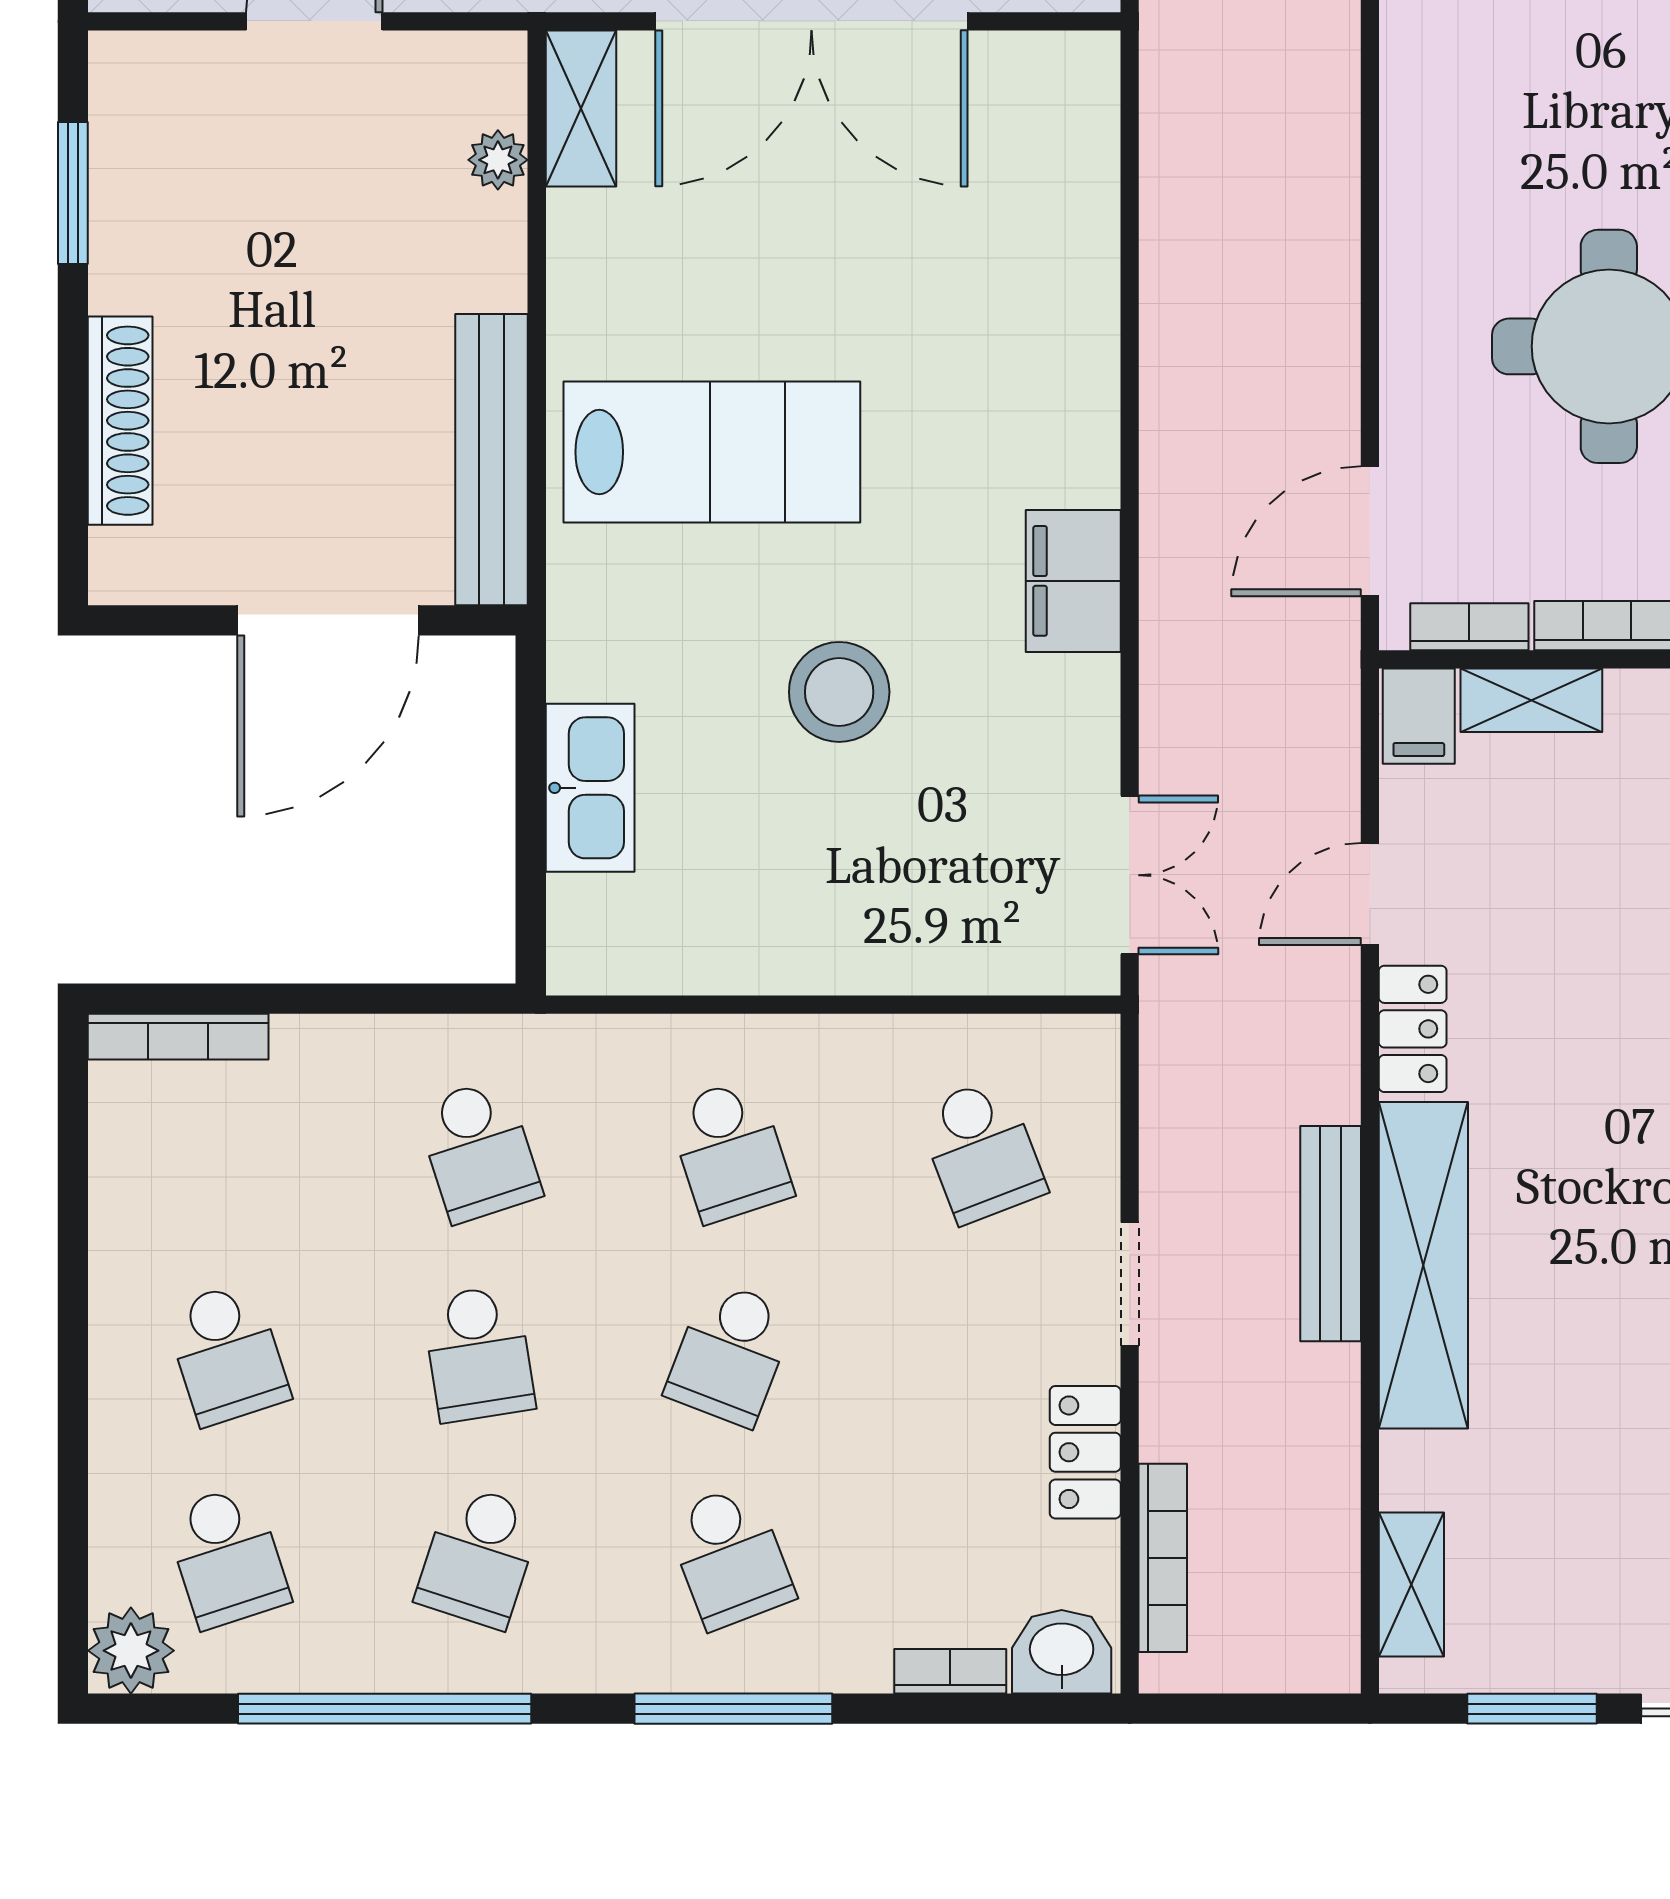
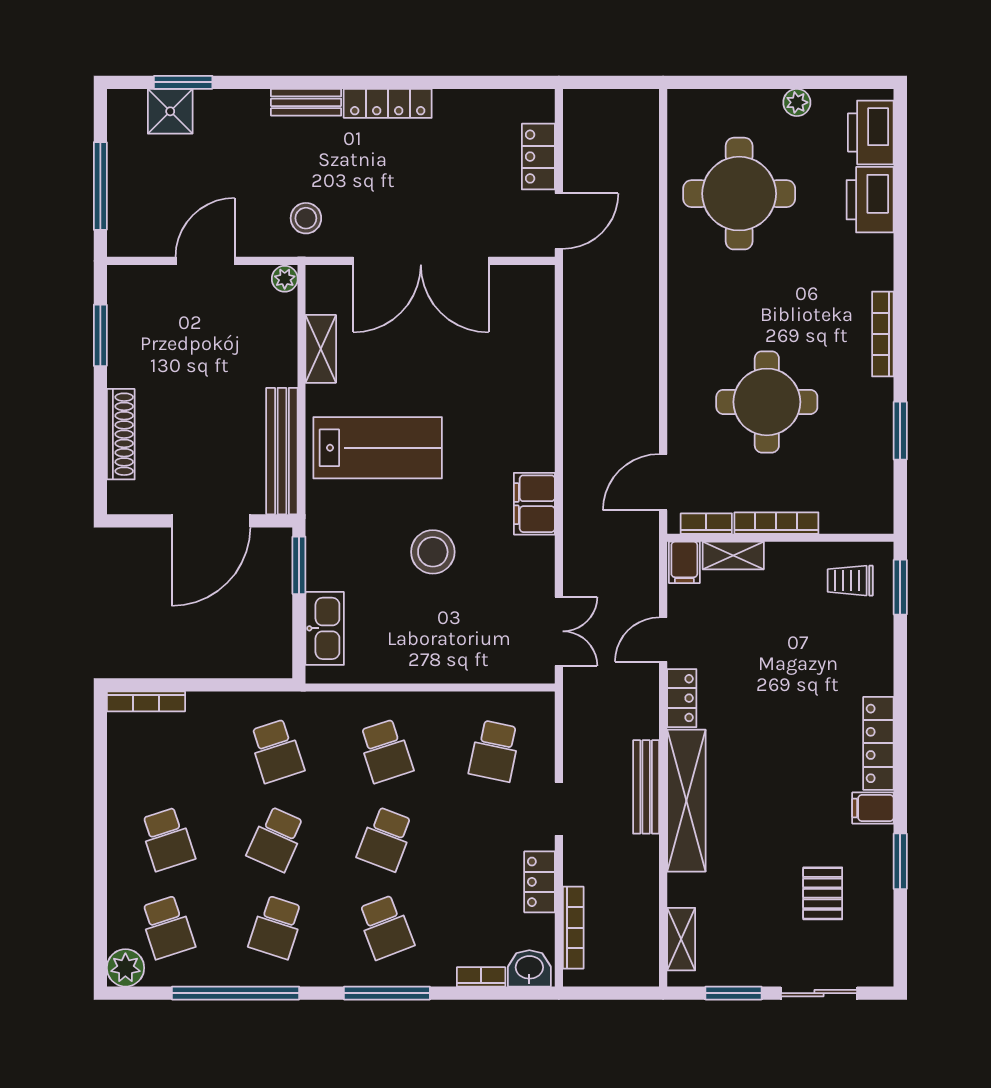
shelving: (581, 108) -> (321, 349), moved
plant: (498, 160) -> (285, 279), moved
window: (531, 723) -> (299, 565), added
kitchen sink: (590, 788) -> (325, 628), moved
school desk: (982, 1151) -> (495, 751), turned 33
school desk: (479, 1354) -> (276, 839), turned 33

